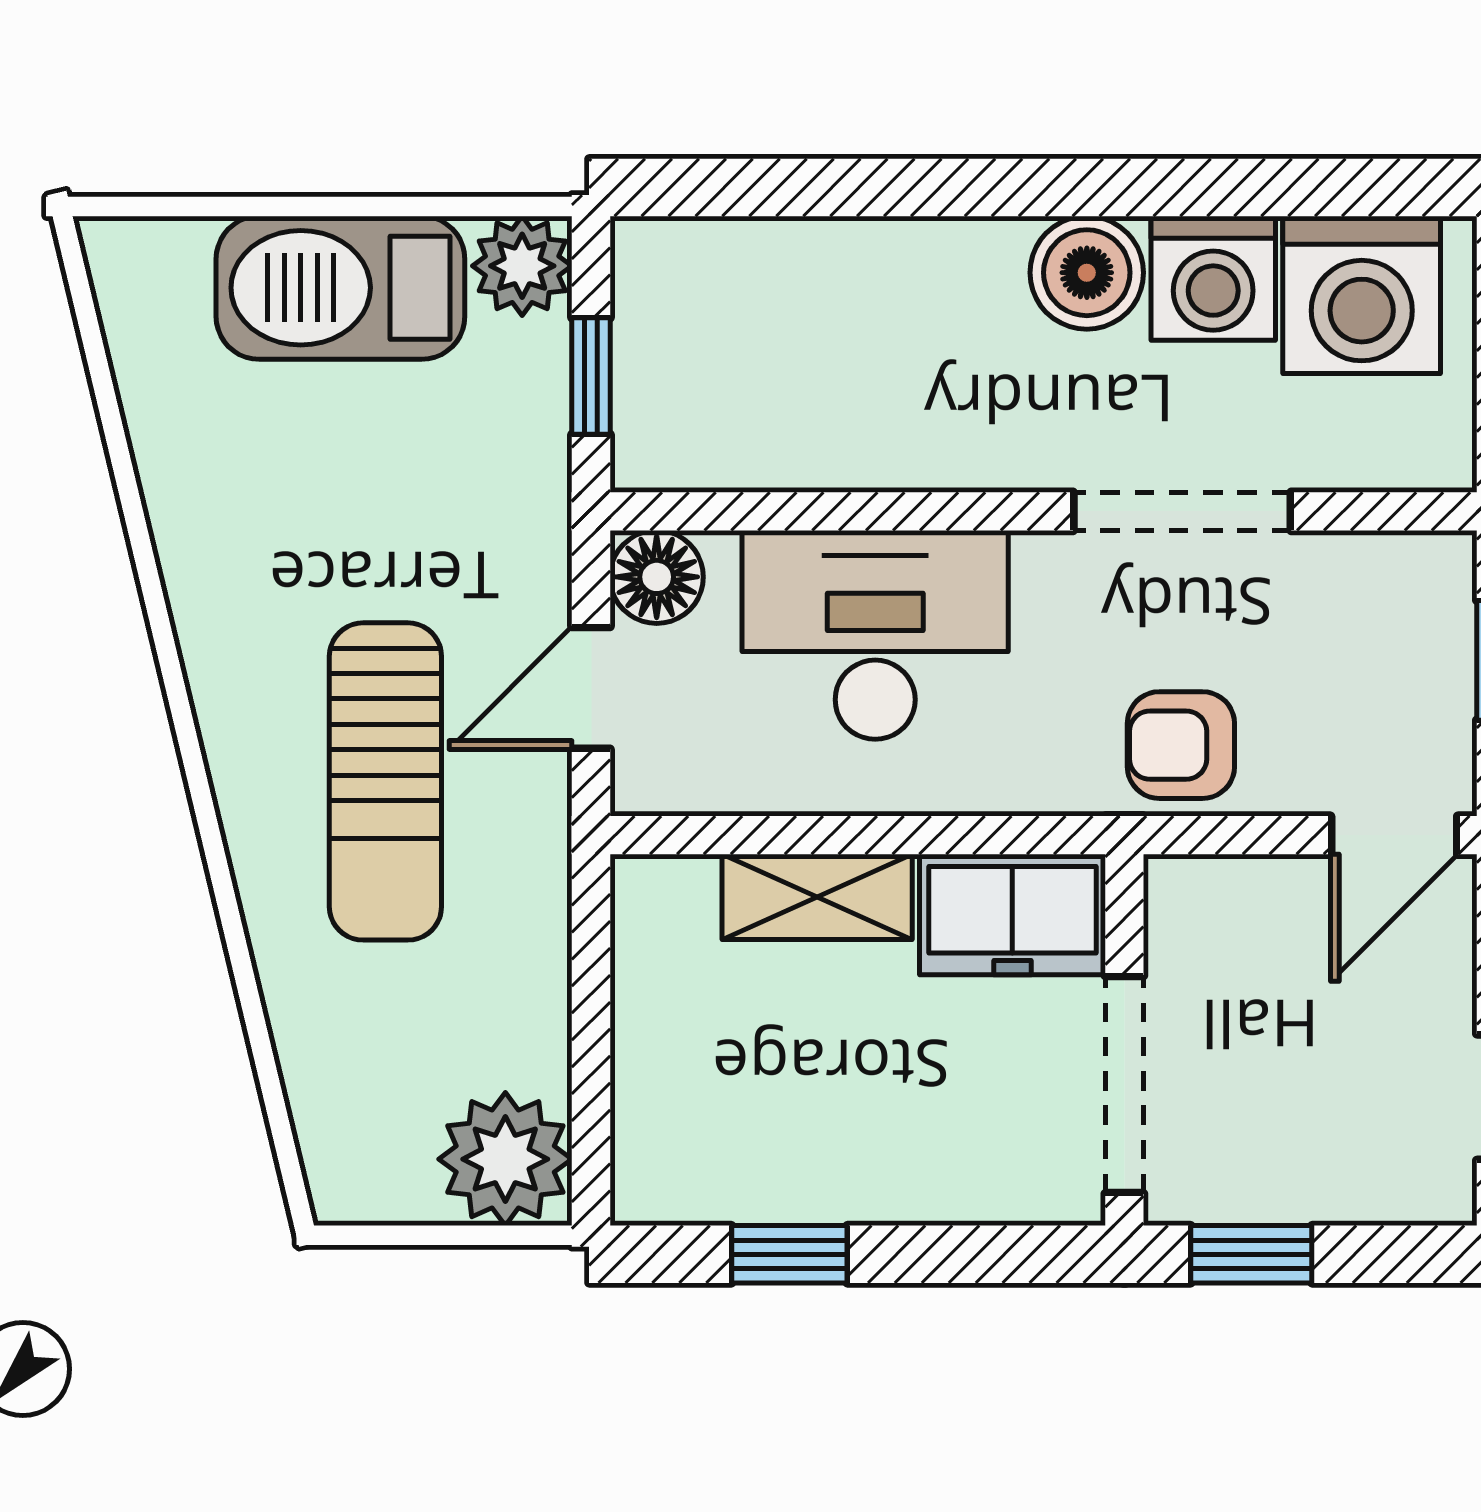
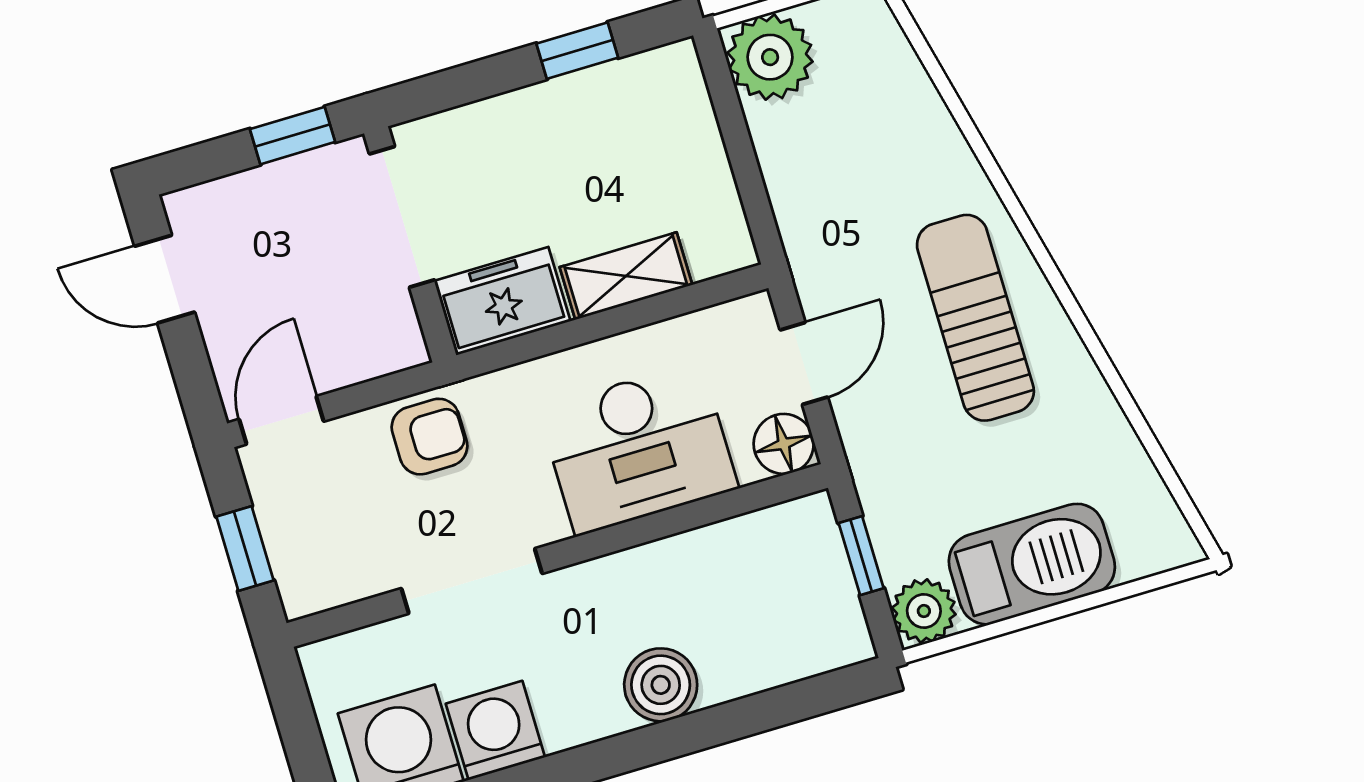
boiler: (1087, 273) -> (661, 685), moved
sun lounger: (385, 781) -> (975, 318), moved

